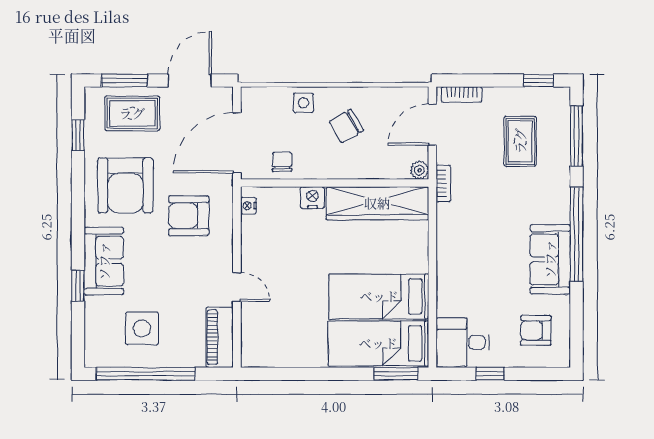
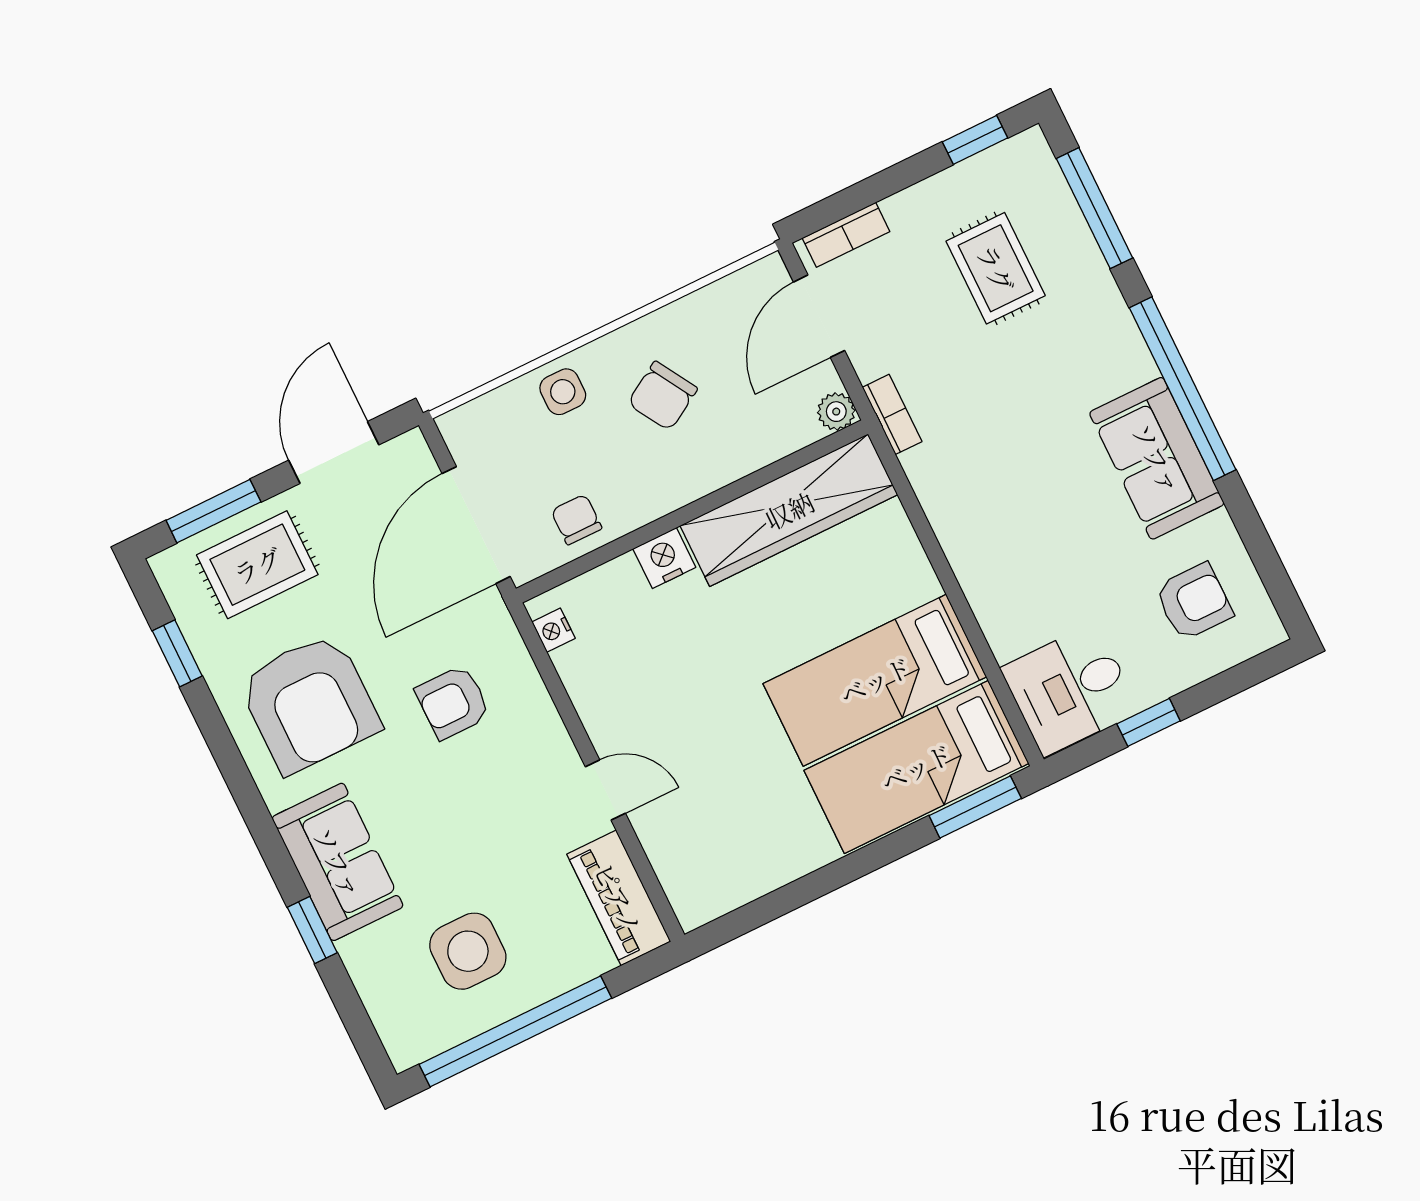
armchair: (189, 216) -> (453, 702), width x0.72, depth x0.72
armchair: (536, 330) -> (1194, 602), turned 180

